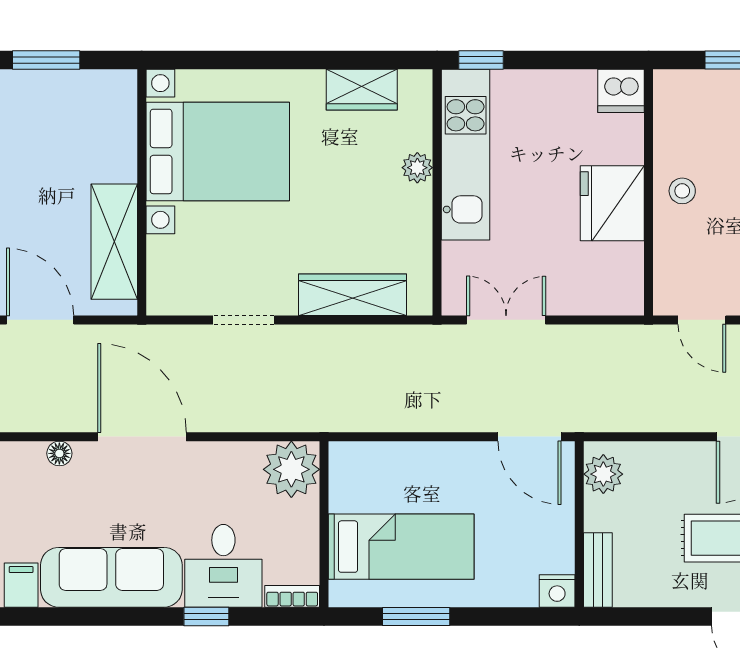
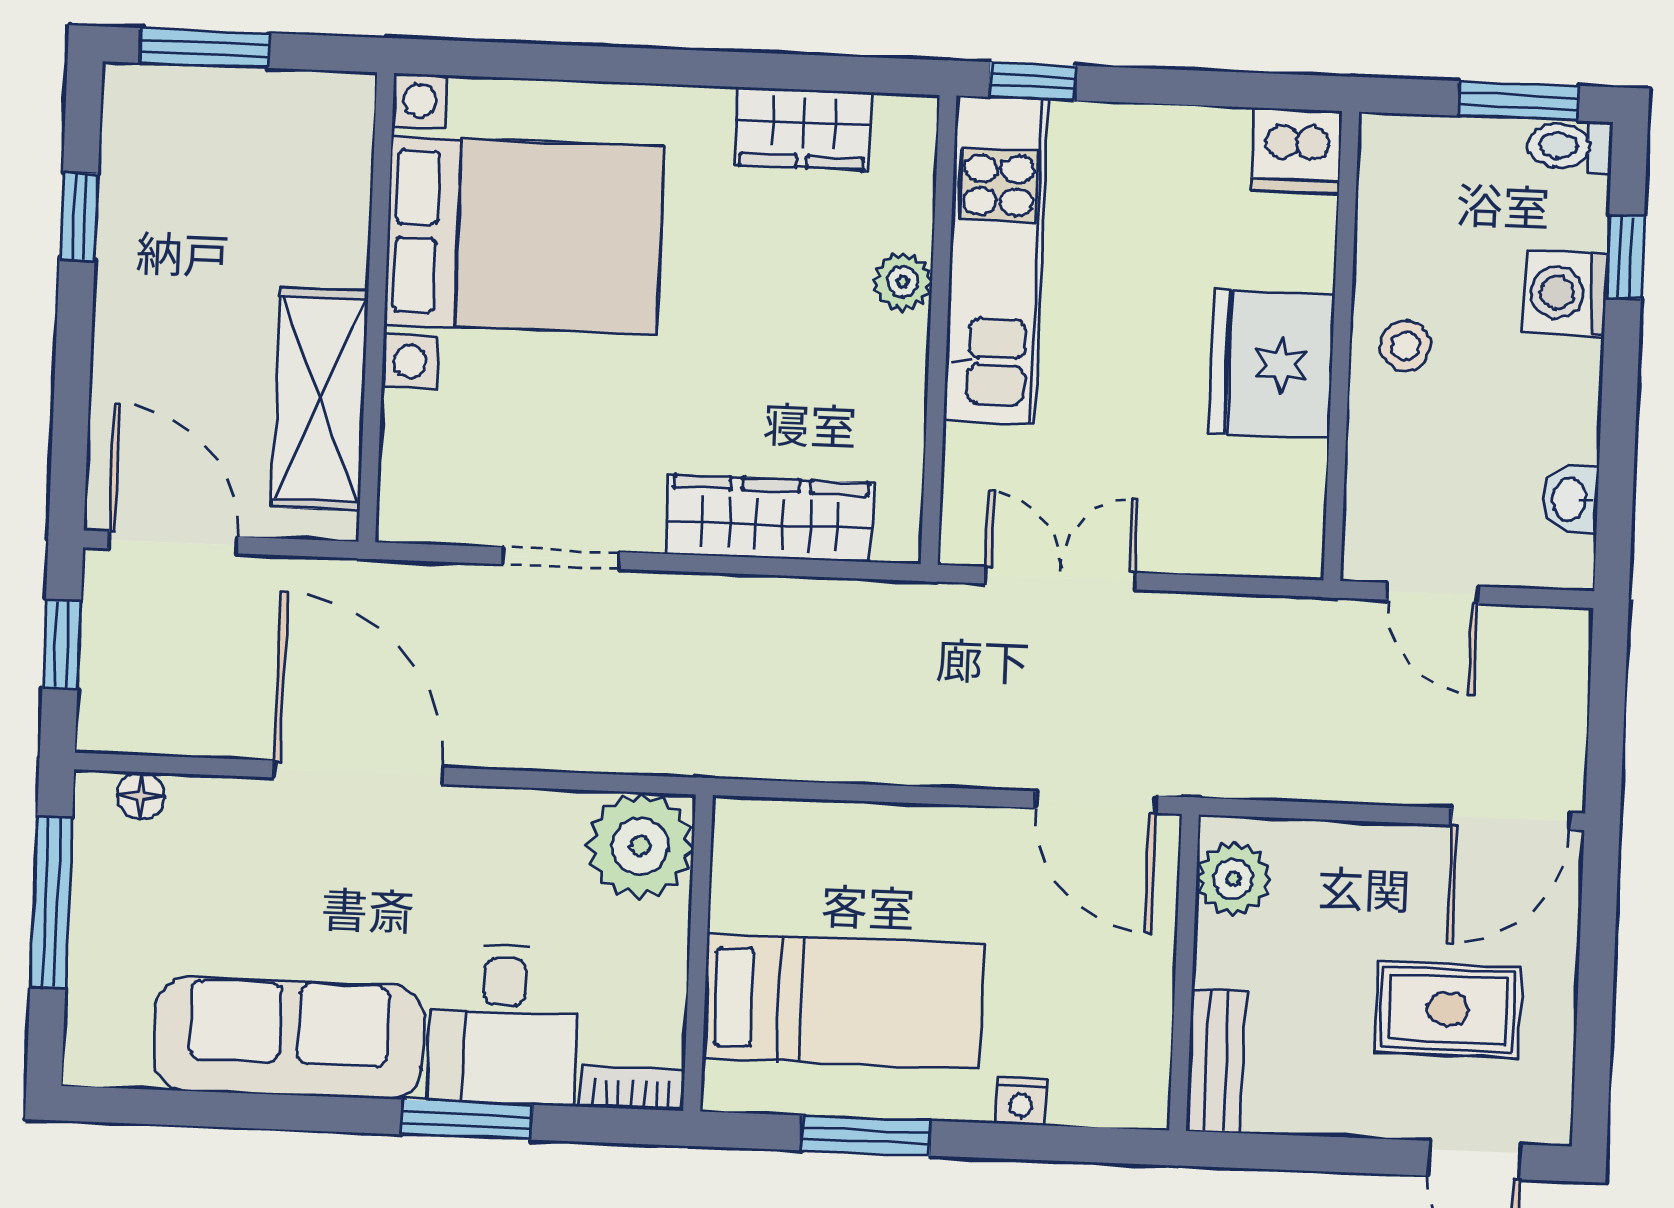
floor lamp: (59, 453) -> (141, 796), moved
filing cabinet: (21, 585) -> (117, 1046), removed
nightstand: (557, 591) -> (1021, 1101), moved, width x0.72, depth x0.74
window: (206, 616) -> (467, 1120), width x1.50

